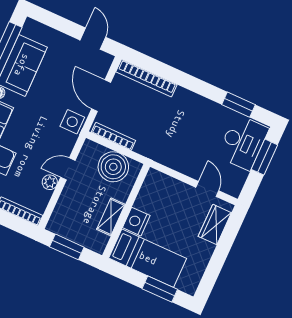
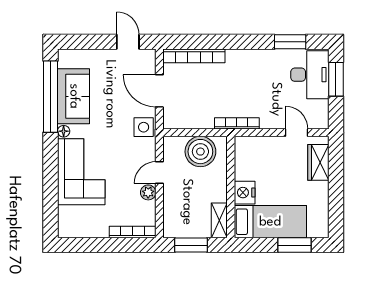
bookcase: (113, 136) -> (237, 123), moved
shelving: (111, 217) -> (219, 220), moved

